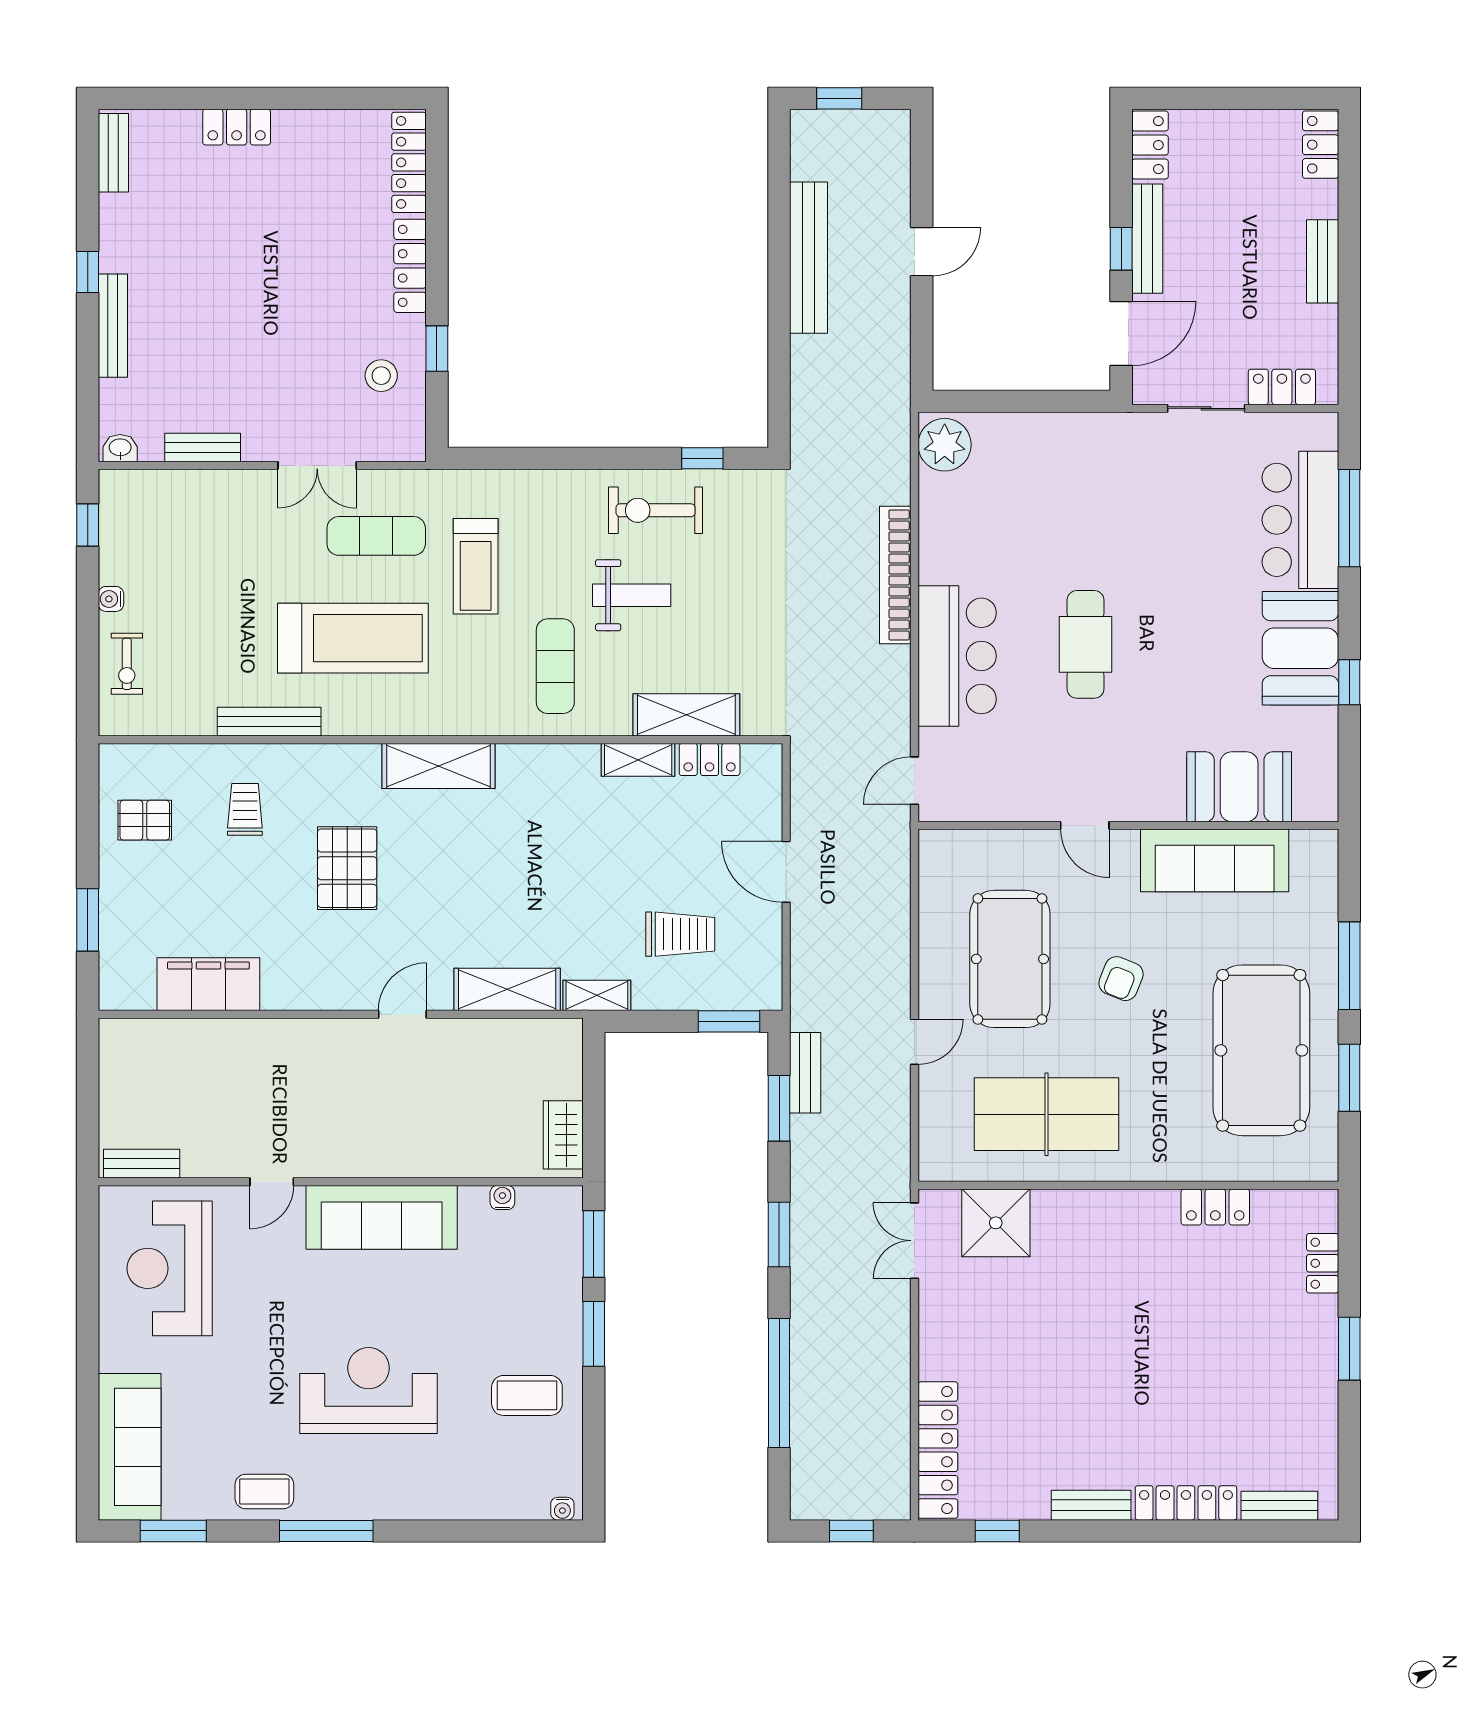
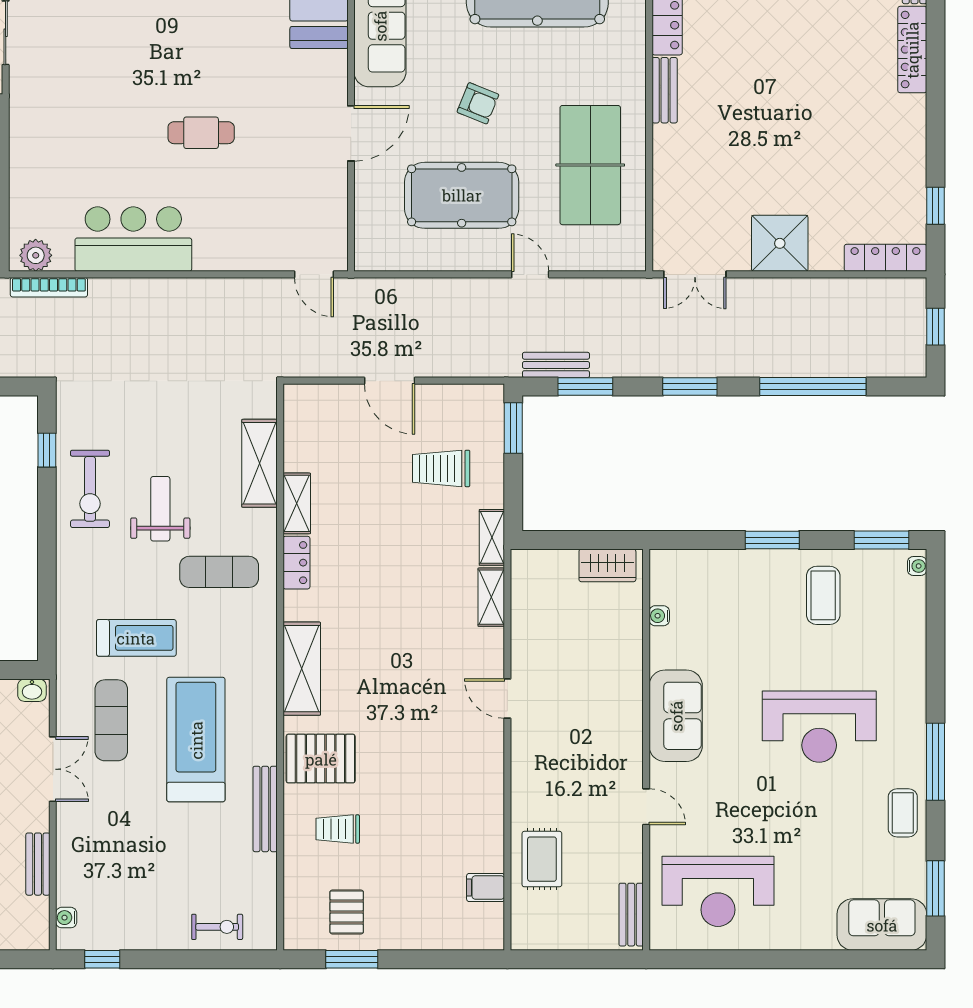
plant: (945, 445) -> (36, 255), width x0.73, depth x0.73
washbasin: (120, 448) -> (32, 690), moved, turned -90
bookcase: (895, 575) -> (49, 287), moved, width x0.68, depth x0.76
water cooler: (111, 599) -> (66, 918), moved, turned 90
cafe table: (1086, 644) -> (201, 133), width x0.73, depth x0.74
bar counter: (957, 656) -> (133, 239), moved
locker: (710, 759) -> (296, 563), moved
door: (1085, 825) -> (351, 133), width x1.38
pallet: (347, 868) -> (321, 759), moved
door: (786, 872) -> (390, 381), hinge flipped
window: (88, 920) -> (352, 959), moved
trolley: (680, 934) -> (441, 468), turned -90
filing cabinet: (208, 984) -> (486, 887), width x0.33, depth x0.86
shelving: (507, 989) -> (491, 597), width x0.67, depth x0.75
rug: (209, 1056) -> (542, 859), added
sofa: (382, 1217) -> (676, 716), width x0.73
shower: (996, 1223) -> (780, 243), moved
window: (594, 1244) -> (881, 540), moved
reception desk: (369, 1391) -> (819, 727), turned -90
sofa: (130, 1447) -> (882, 925), width x0.73
locker: (938, 1450) -> (885, 258), width x0.71, depth x0.83
bench: (1091, 1505) -> (665, 90), moved

